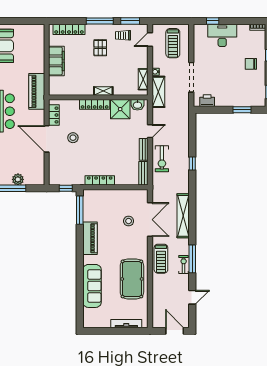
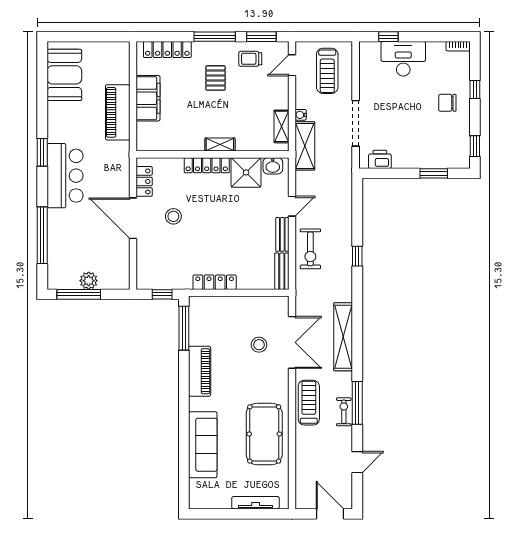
piano: (37, 91) -> (118, 112), moved
treadmill: (161, 259) -> (309, 403), turned 180

